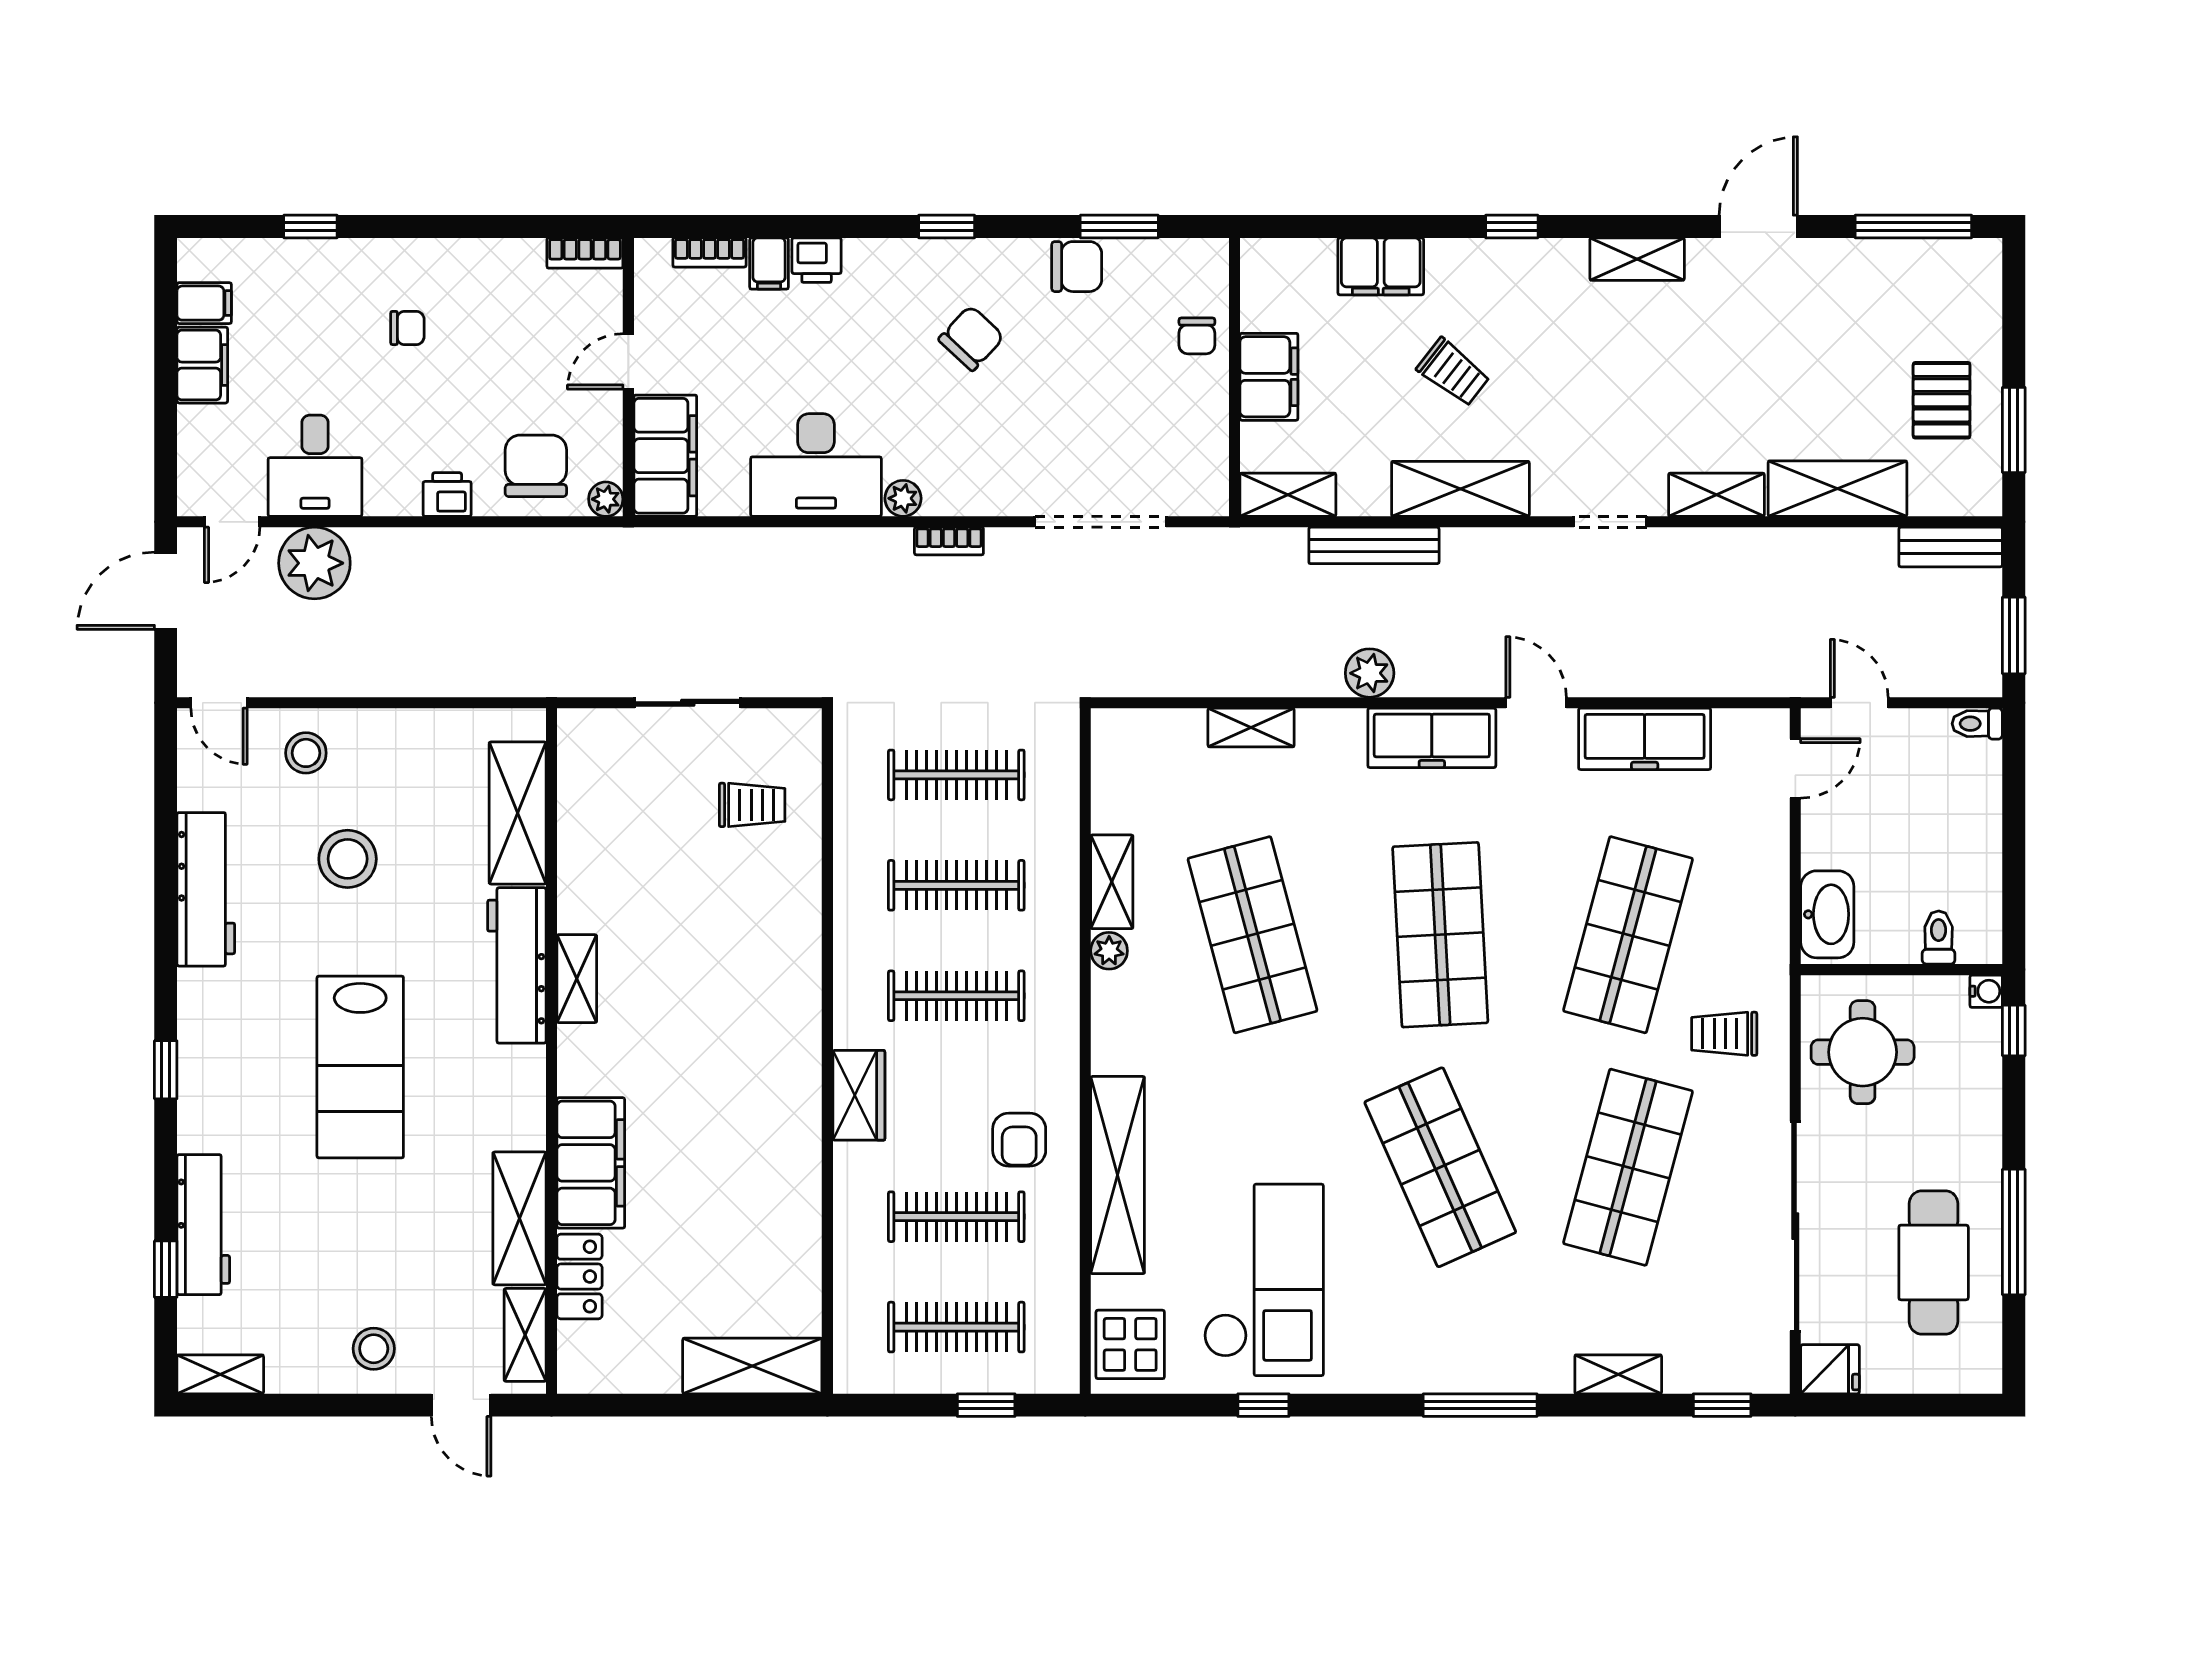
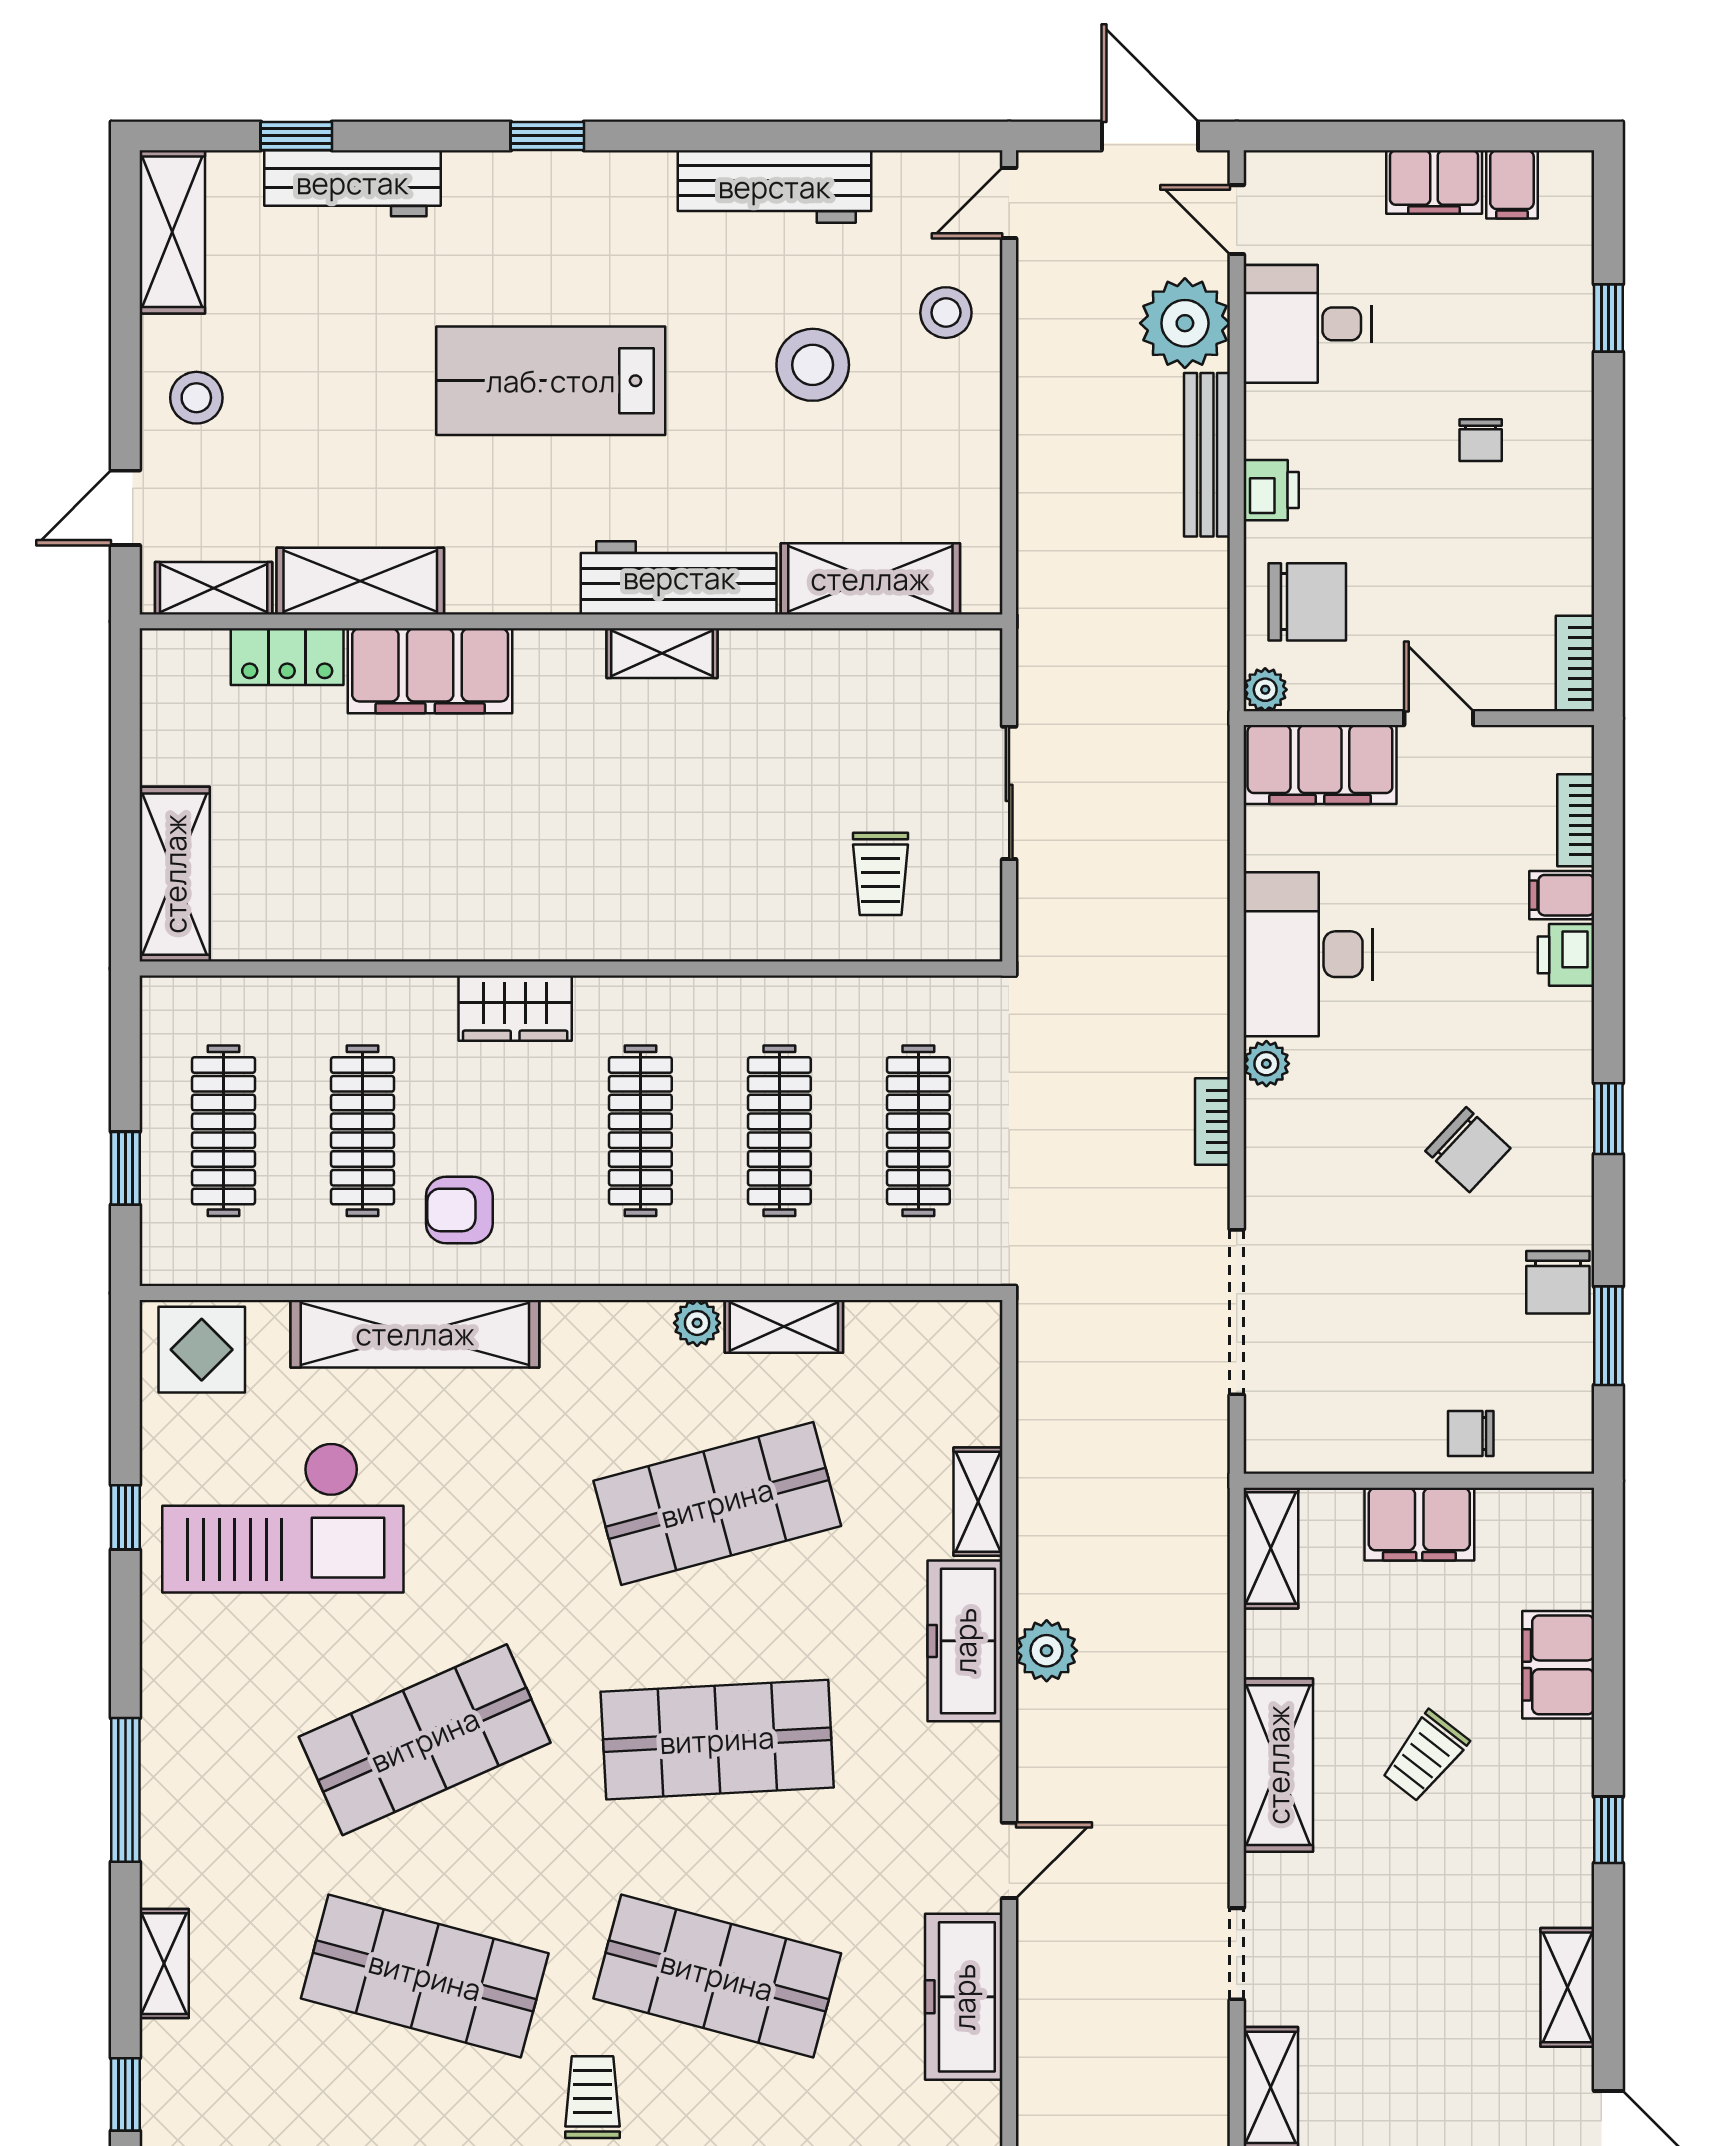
bench: (1374, 545) -> (1207, 455), moved
freezer: (1432, 738) -> (965, 1641), moved
shelving: (220, 1374) -> (172, 232), width x1.50, depth x1.33

